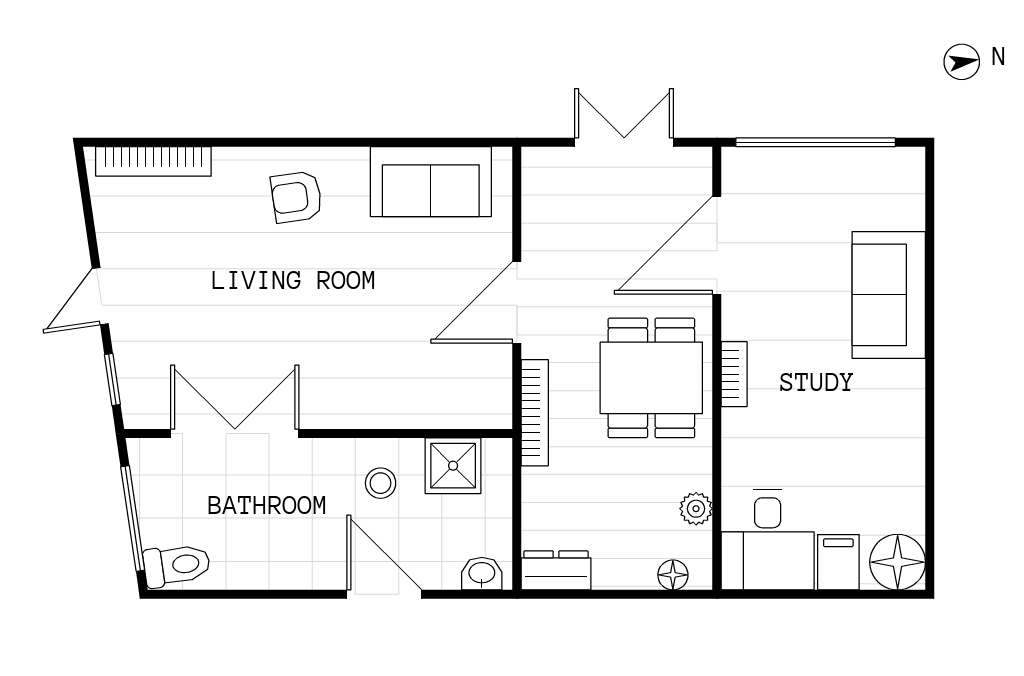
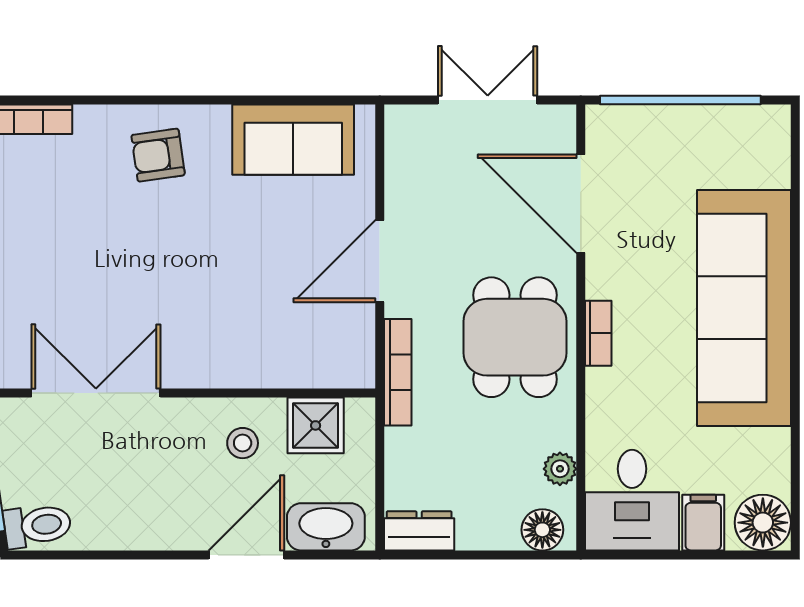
door: (717, 245) -> (581, 204), hinge flipped
sofa: (889, 295) -> (744, 308), width x1.85, depth x1.27
washbasin: (482, 574) -> (326, 527), width x1.91, depth x1.45
floor lamp: (673, 575) -> (542, 530), width x1.37, depth x1.37
door: (384, 594) -> (246, 555), hinge flipped

